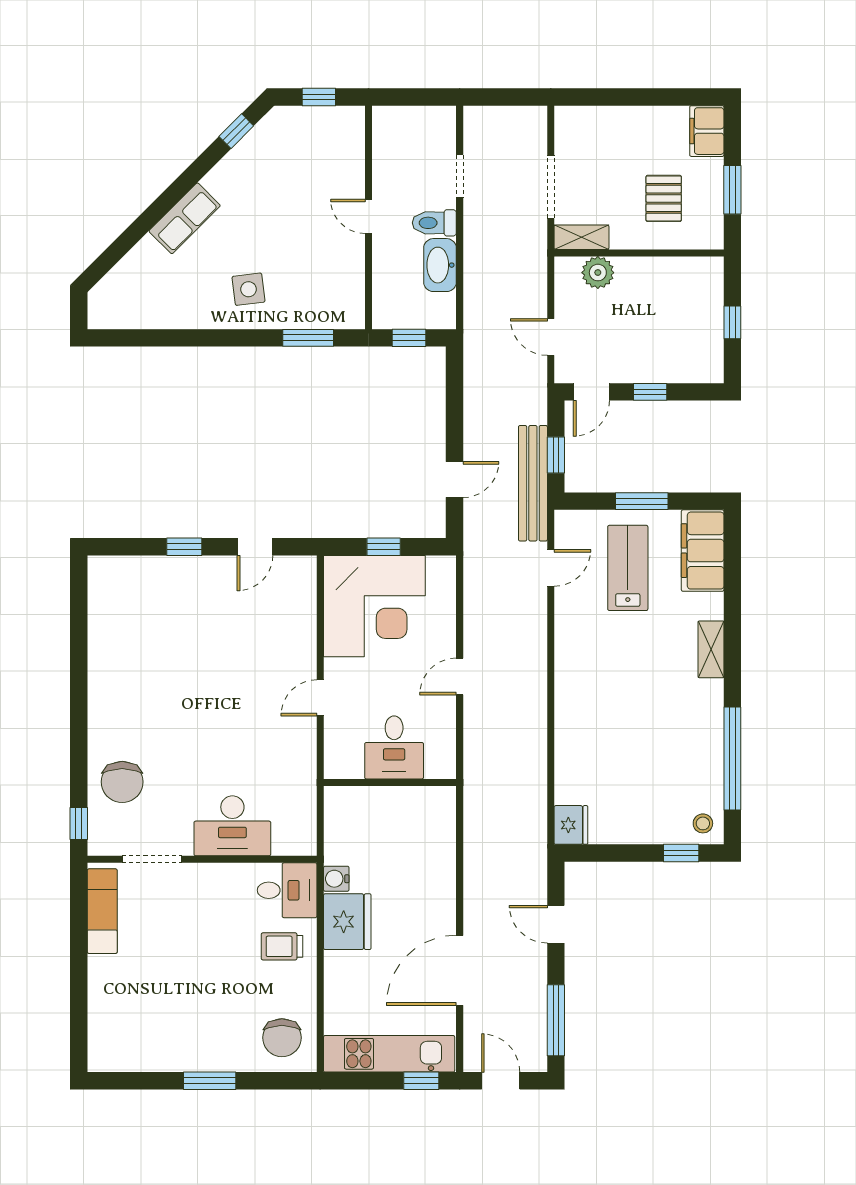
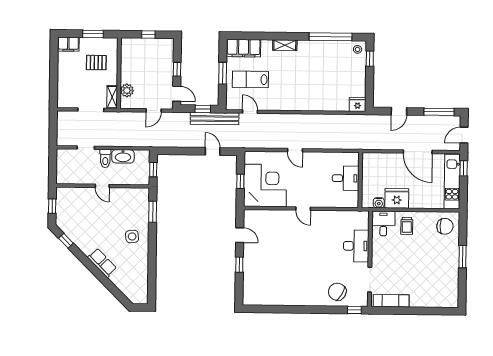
door: (369, 216) -> (102, 186), hinge flipped
desk: (394, 747) -> (346, 178), moved
chair: (122, 782) -> (337, 292), turned -149
wall: (390, 782) -> (360, 180), moved

